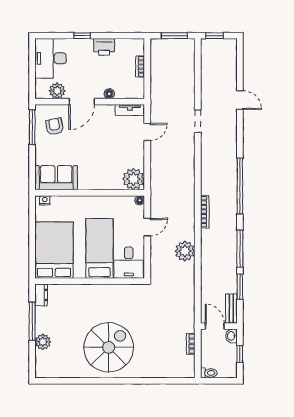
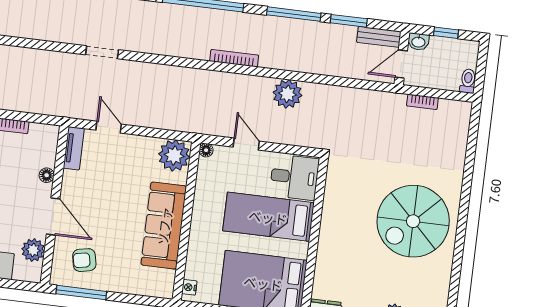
sofa: (56, 178) -> (164, 226), moved, width x1.36
spiral stairs: (109, 347) -> (413, 221), turned -90

